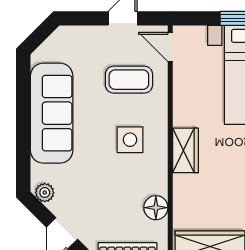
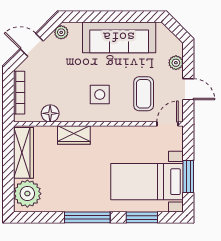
plant: (86, 35) -> (176, 63), added
wardrobe: (185, 150) -> (74, 135), moved

